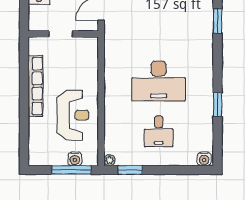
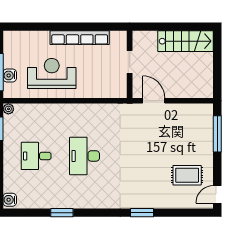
desk: (159, 81) -> (85, 156), width x0.73, depth x0.77
reception desk: (73, 115) -> (52, 74), turned 180

